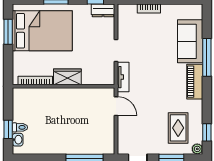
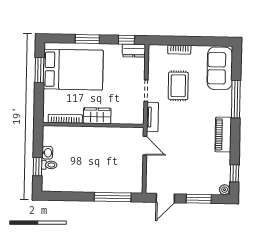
sofa: (190, 41) -> (220, 68), moved
piano: (195, 82) -> (223, 135), moved
rug: (178, 128) -> (178, 86), moved
washbasin: (18, 140) -> (47, 153), moved

